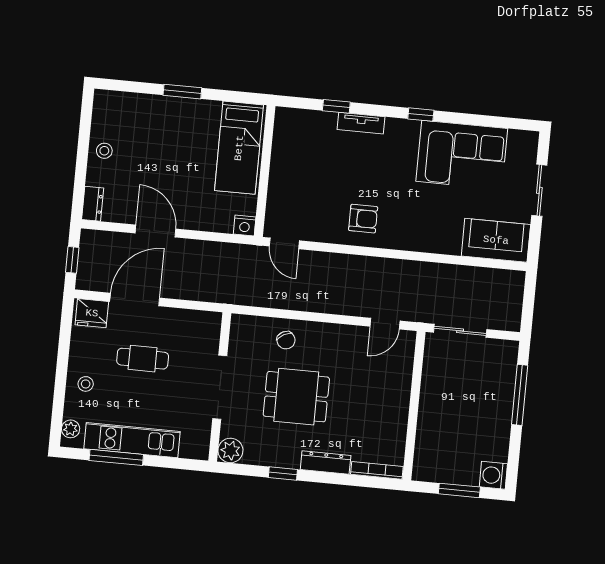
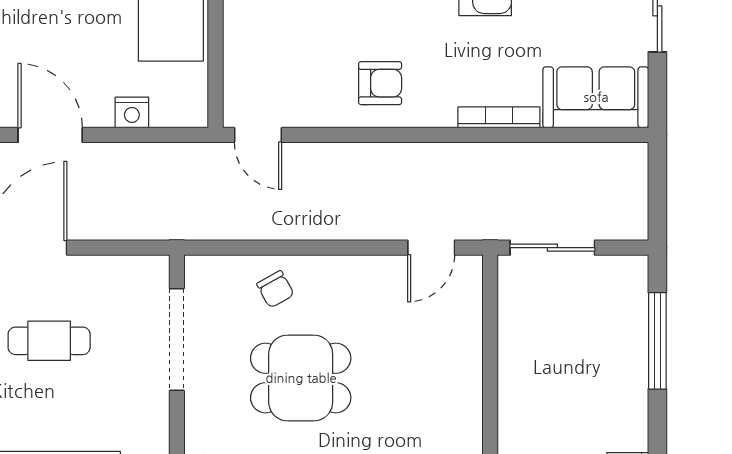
nightstand: (245, 226) -> (132, 112), moved
bookcase: (435, 247) -> (499, 117), added
doorway: (220, 387) -> (177, 339), moved

